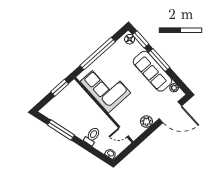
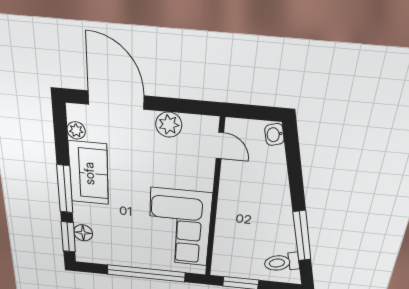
floor lamp: (130, 39) -> (83, 233), moved
sofa: (152, 71) -> (89, 173), width x0.73
toilet: (92, 136) -> (282, 262), moved

